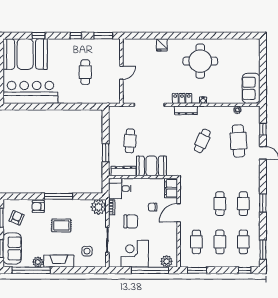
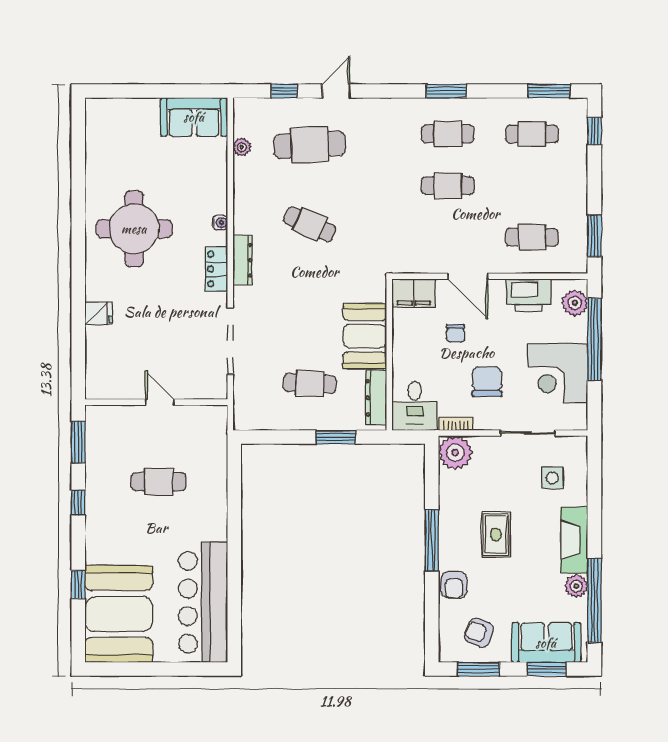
printer: (170, 240) -> (529, 295), added
cafe table: (220, 242) -> (532, 186), removed

